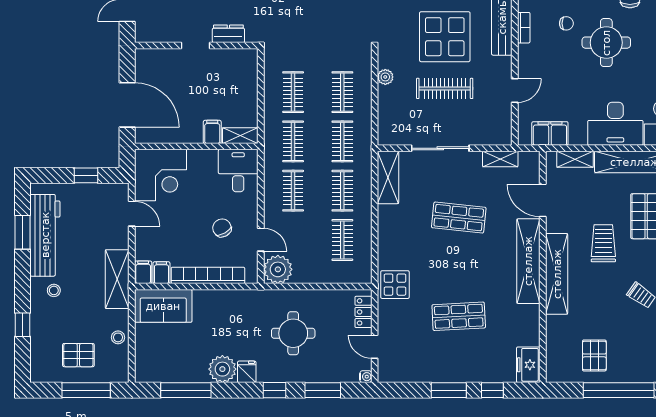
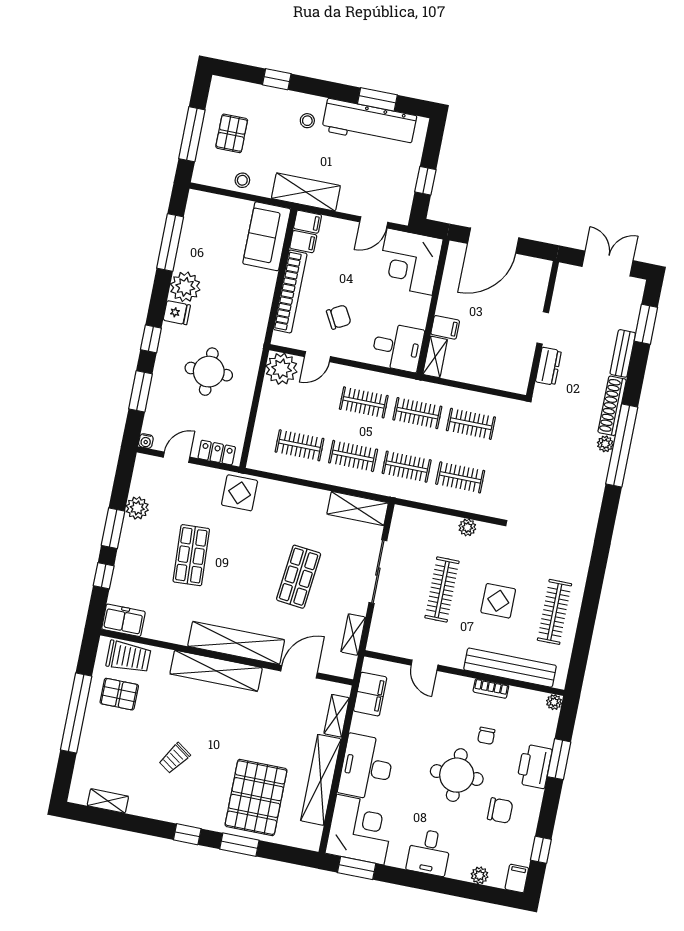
display table: (445, 37) -> (498, 601), width x0.54, depth x0.54
trolley: (603, 243) -> (128, 657), moved
plant: (427, 372) -> (137, 508), added

